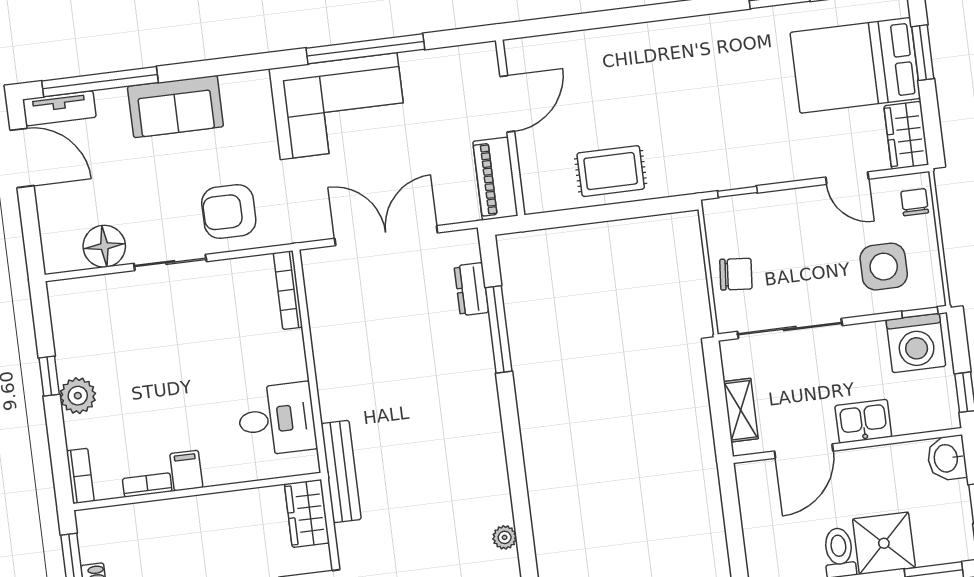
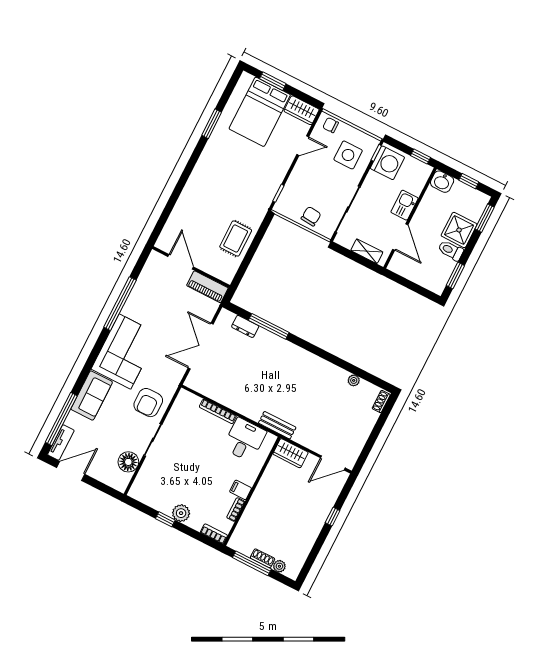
corner sofa: (339, 106) -> (125, 352), moved
bookcase: (288, 290) -> (218, 411), moved
bench: (341, 472) -> (277, 425), width x0.73

